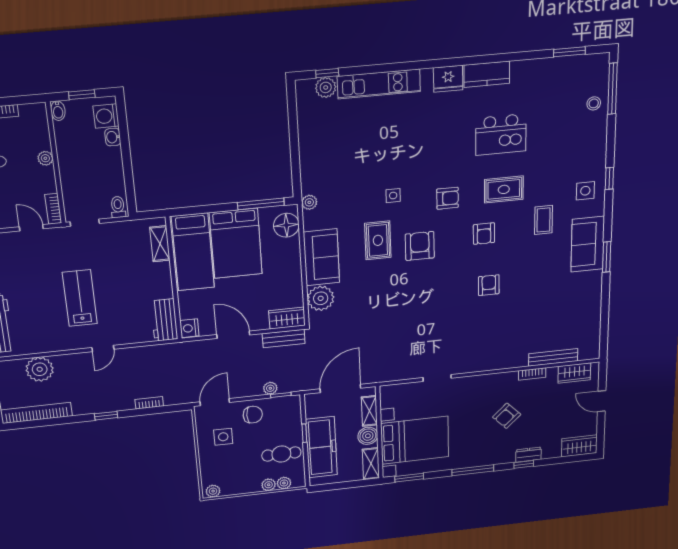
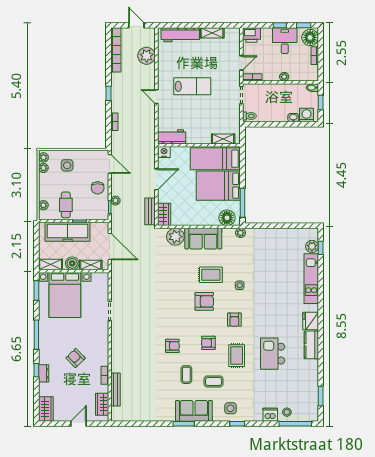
dishwasher: (597, 129) -> (270, 415), added
coffee table: (532, 261) -> (186, 375), added
side table: (223, 437) -> (67, 165), moved
plant: (269, 485) -> (43, 168), moved

